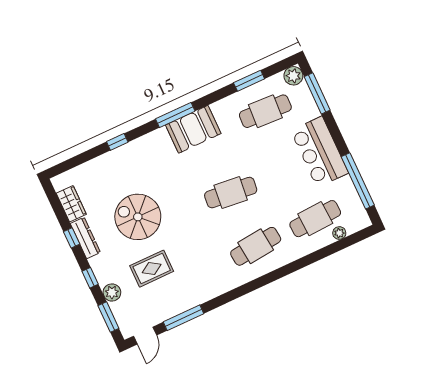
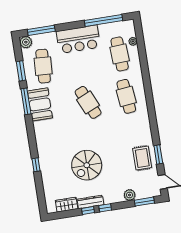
window: (175, 115) -> (26, 101), moved
booth: (193, 129) -> (40, 104), moved
cafe table: (231, 193) -> (88, 102), turned -30
rug: (152, 269) -> (142, 158), moved
window: (90, 278) -> (105, 208), moved
window: (184, 318) -> (158, 154), width x0.69

